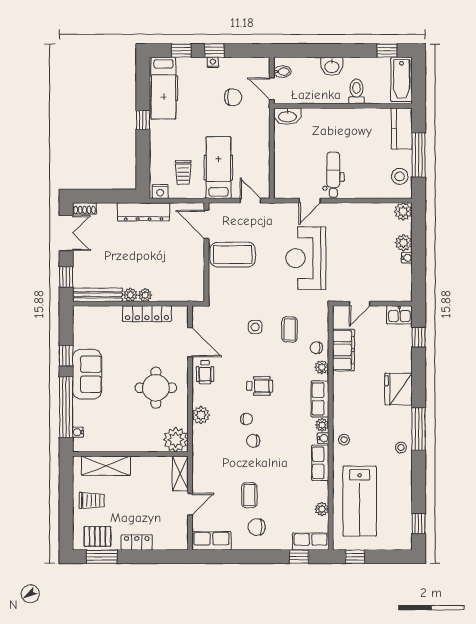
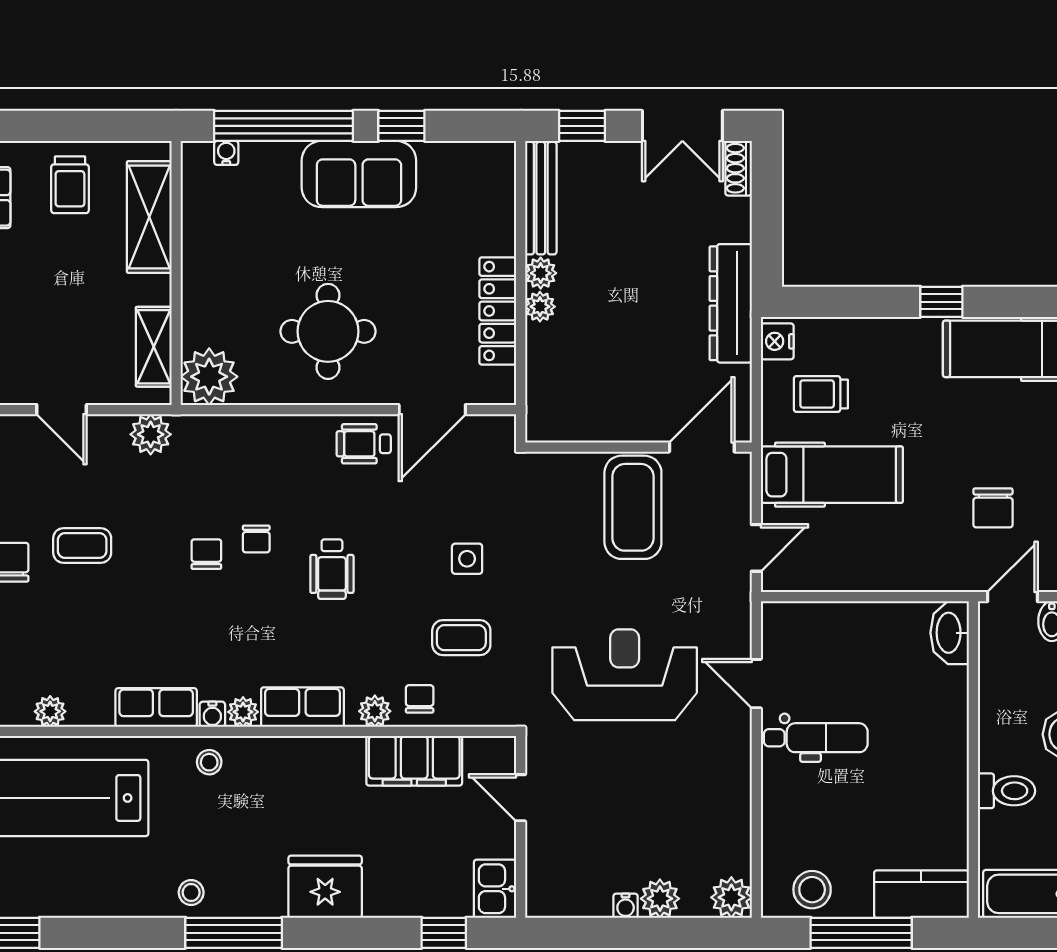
plant: (201, 415) -> (151, 434), moved
shelving: (180, 473) -> (154, 347), moved, turned 90

